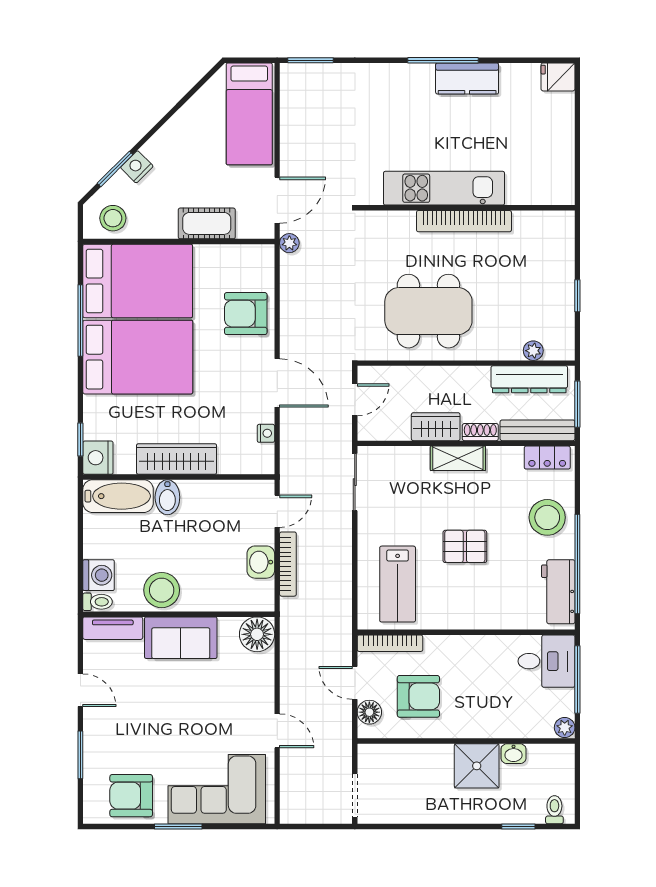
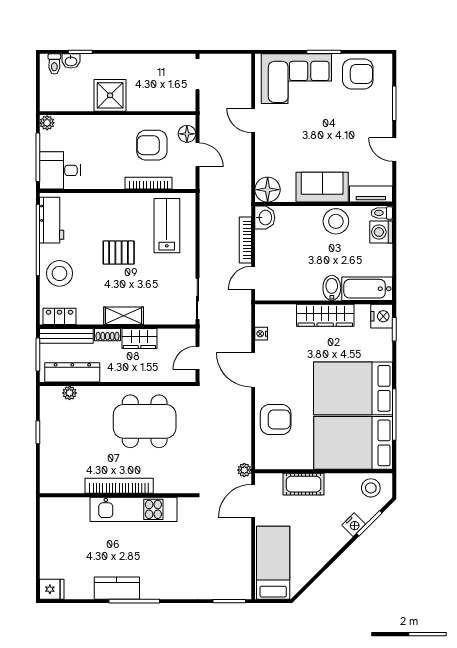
washbasin: (261, 562) -> (265, 218), moved
bookcase: (390, 643) -> (149, 183), moved
washbasin: (514, 754) -> (71, 61), moved, turned 180

